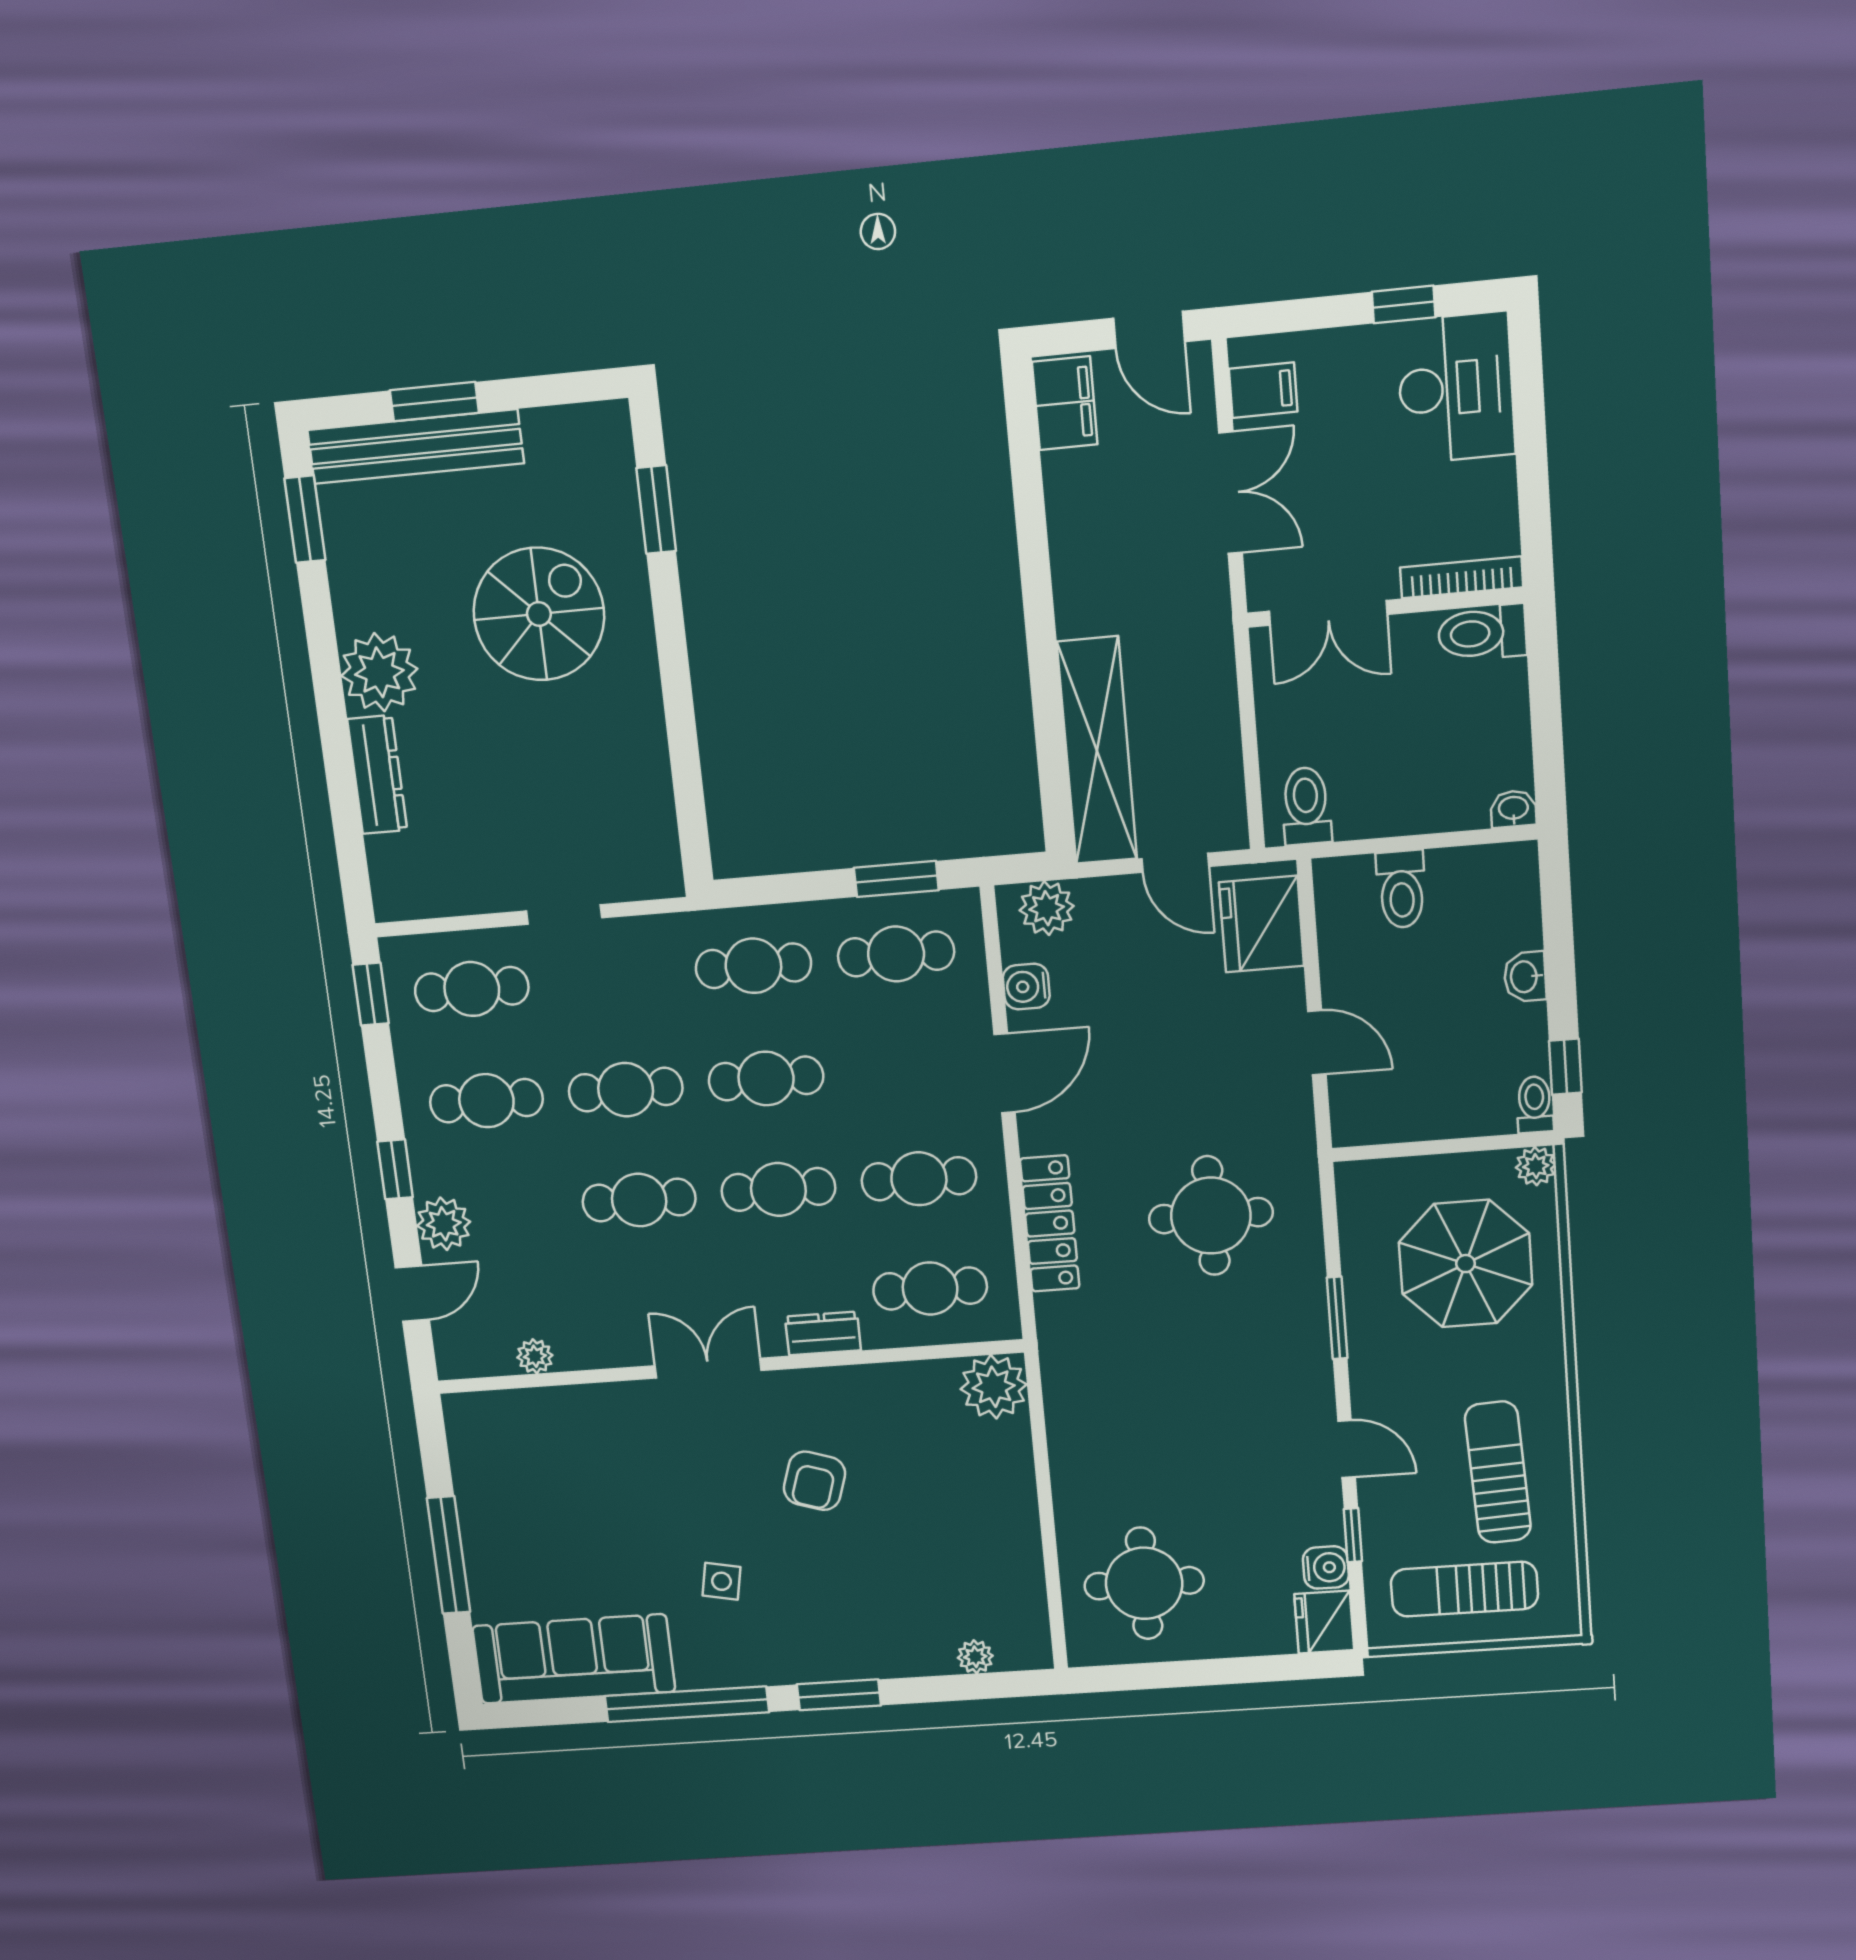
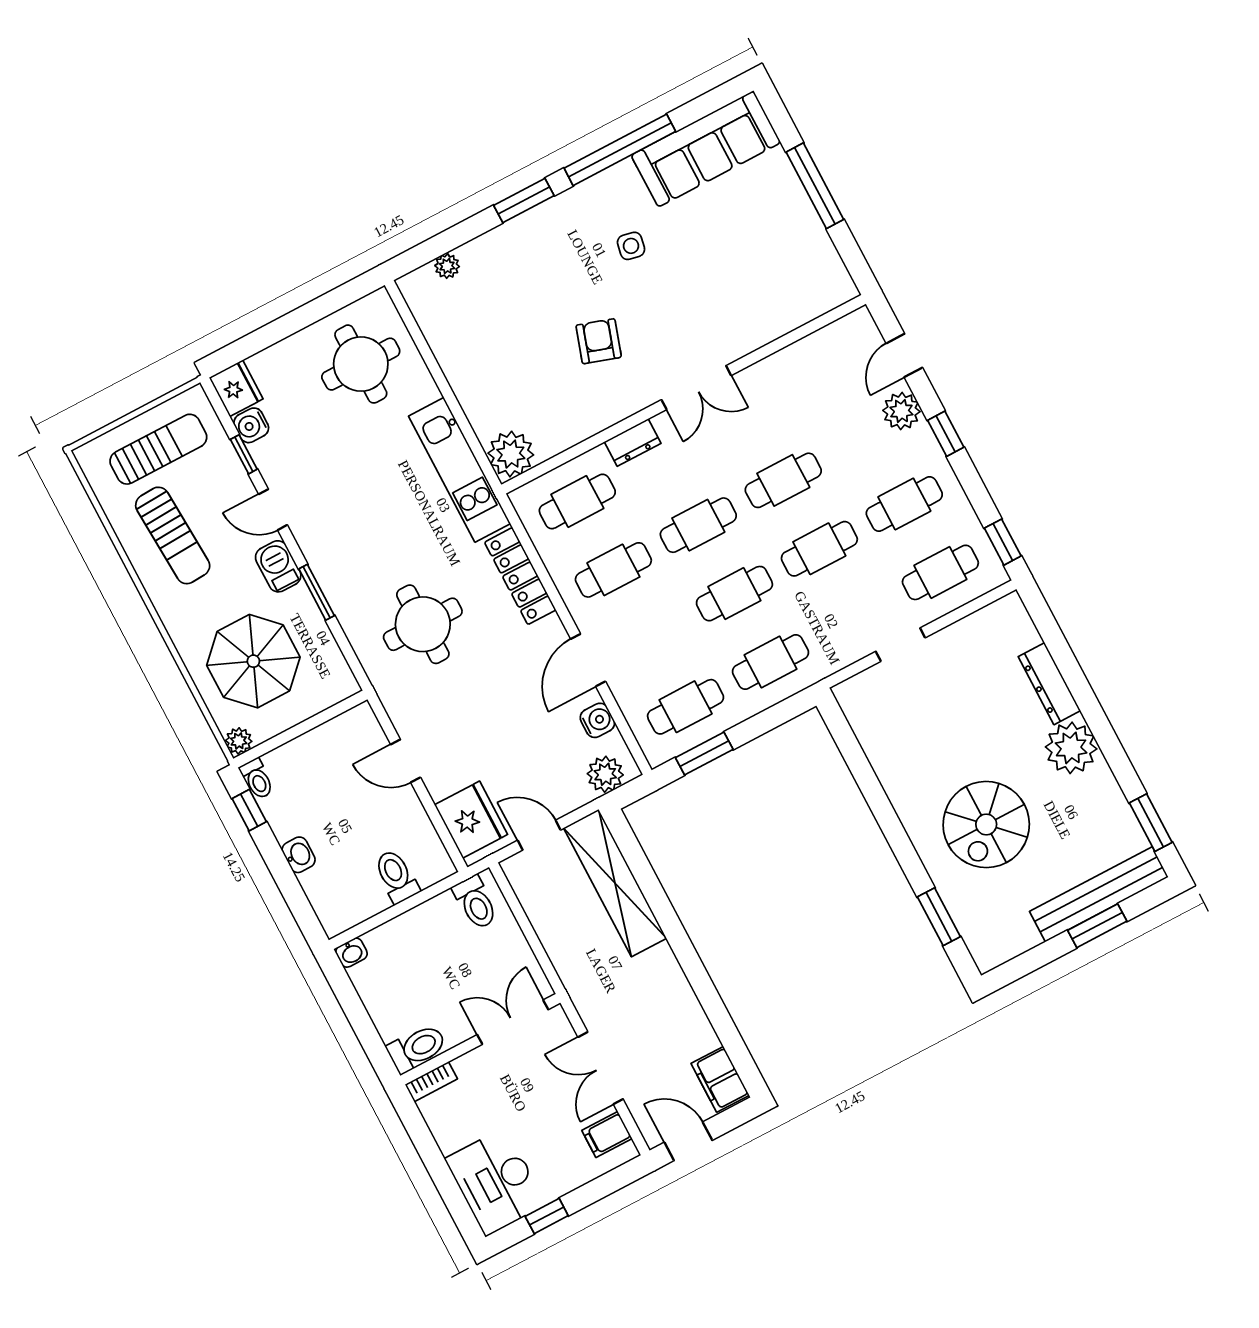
bookcase: (1462, 577) -> (431, 1082), width x0.64
plant: (535, 1356) -> (810, 347), removed
barbecue: (1374, 1373) -> (278, 566), added
kitchen unit: (1072, 1395) -> (459, 470), added

